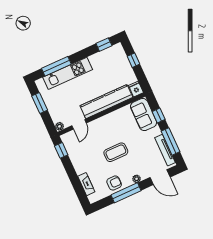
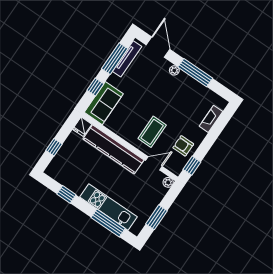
window: (104, 45) -> (66, 194), moved
coffee table: (116, 152) -> (152, 132), moved, turned 90
armchair: (114, 183) -> (183, 146), moved

